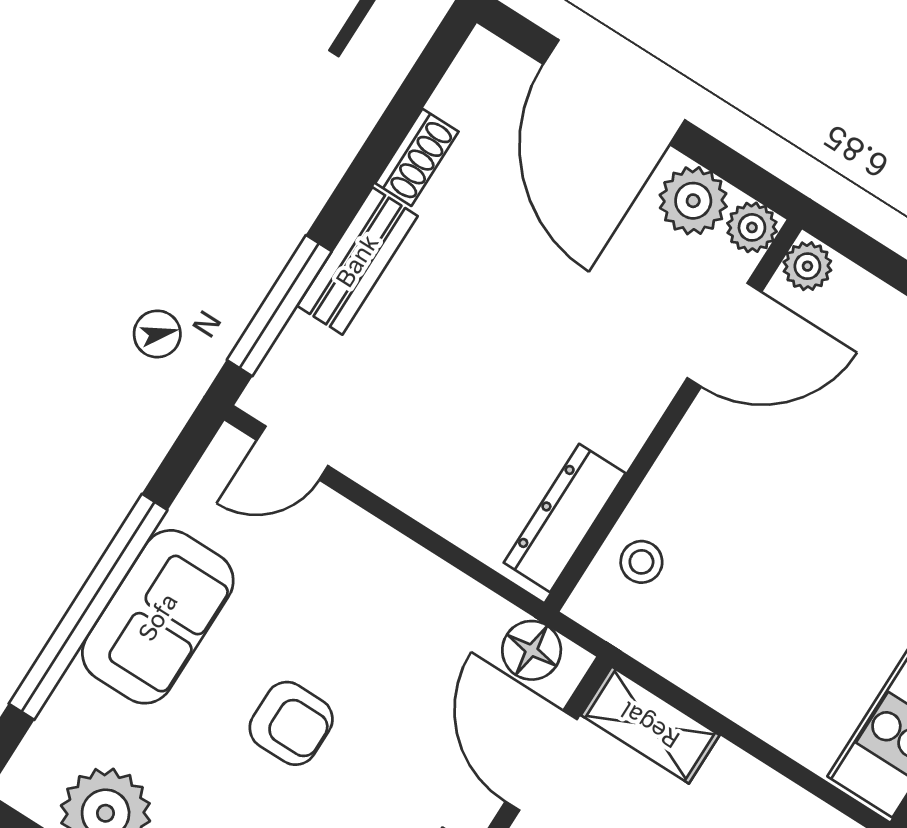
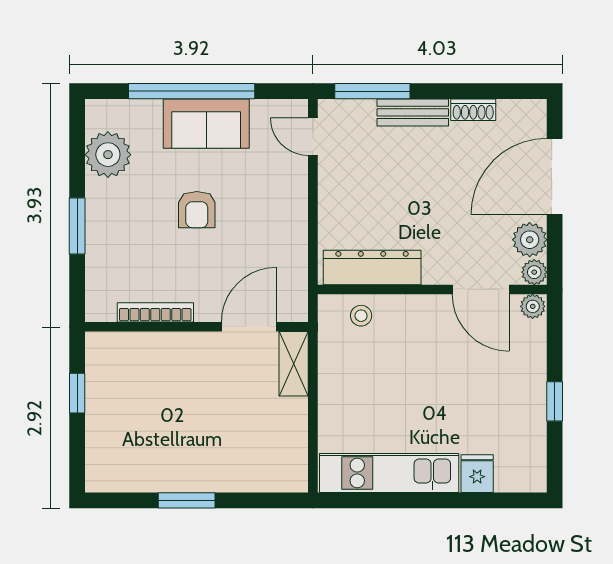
dresser: (565, 518) -> (372, 267), width x1.37, depth x1.24
floor lamp: (532, 650) -> (293, 293), removed

